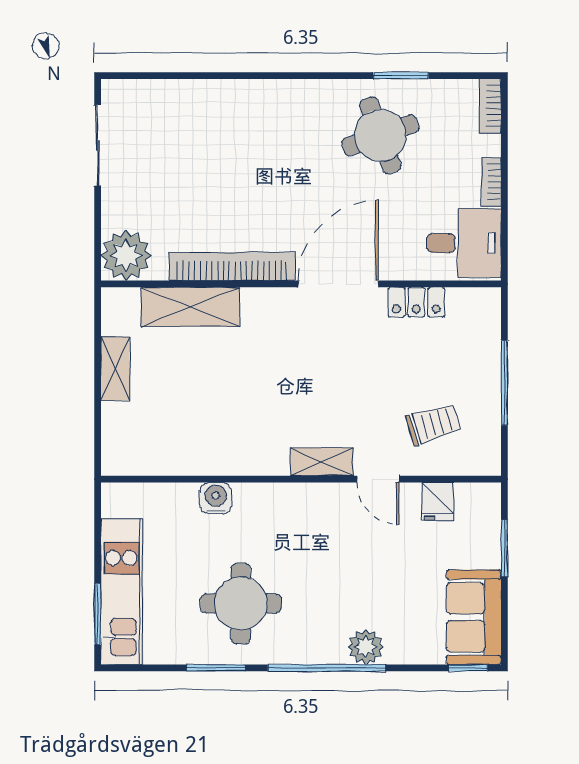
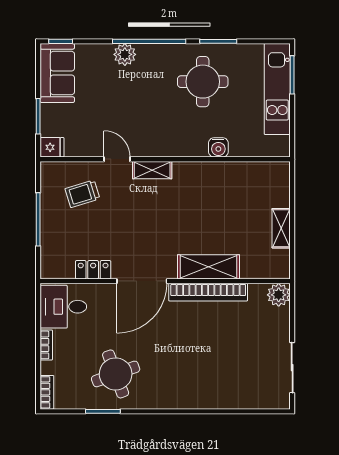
plant: (126, 255) -> (279, 295), width x0.73, depth x0.73
shelving: (190, 307) -> (208, 267), moved
fridge: (438, 501) -> (52, 147), moved, turned 90

